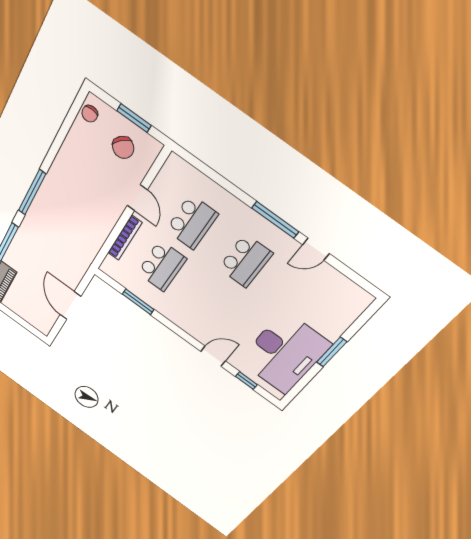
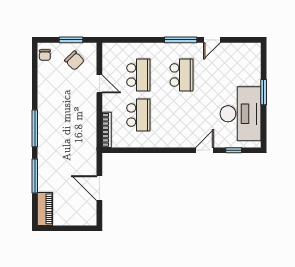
bookcase: (125, 238) -> (107, 130), moved
window: (138, 302) -> (139, 150), removed

